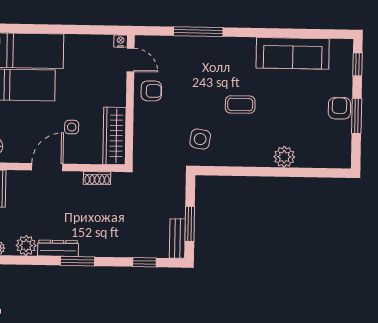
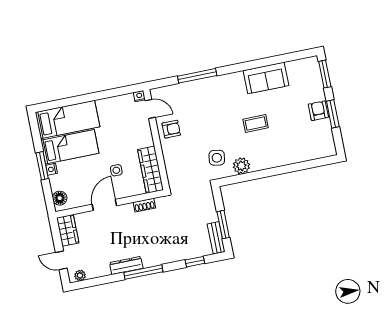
sofa: (293, 53) -> (266, 78), width x0.73
window: (358, 64) -> (325, 74), width x1.50
coffee table: (240, 105) -> (256, 124), moved
plant: (284, 157) -> (241, 166), moved
plant: (26, 245) -> (101, 269), removed
window: (78, 261) -> (143, 272), width x1.44

